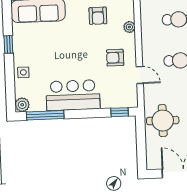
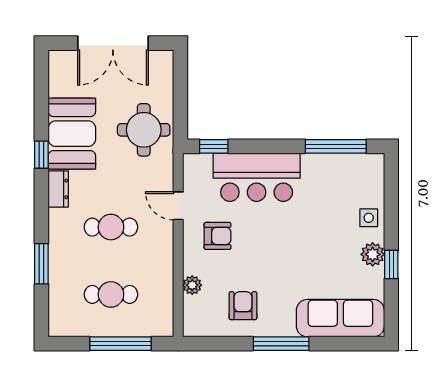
bar counter: (73, 95) -> (257, 177), moved
plant: (22, 105) -> (373, 254), moved

